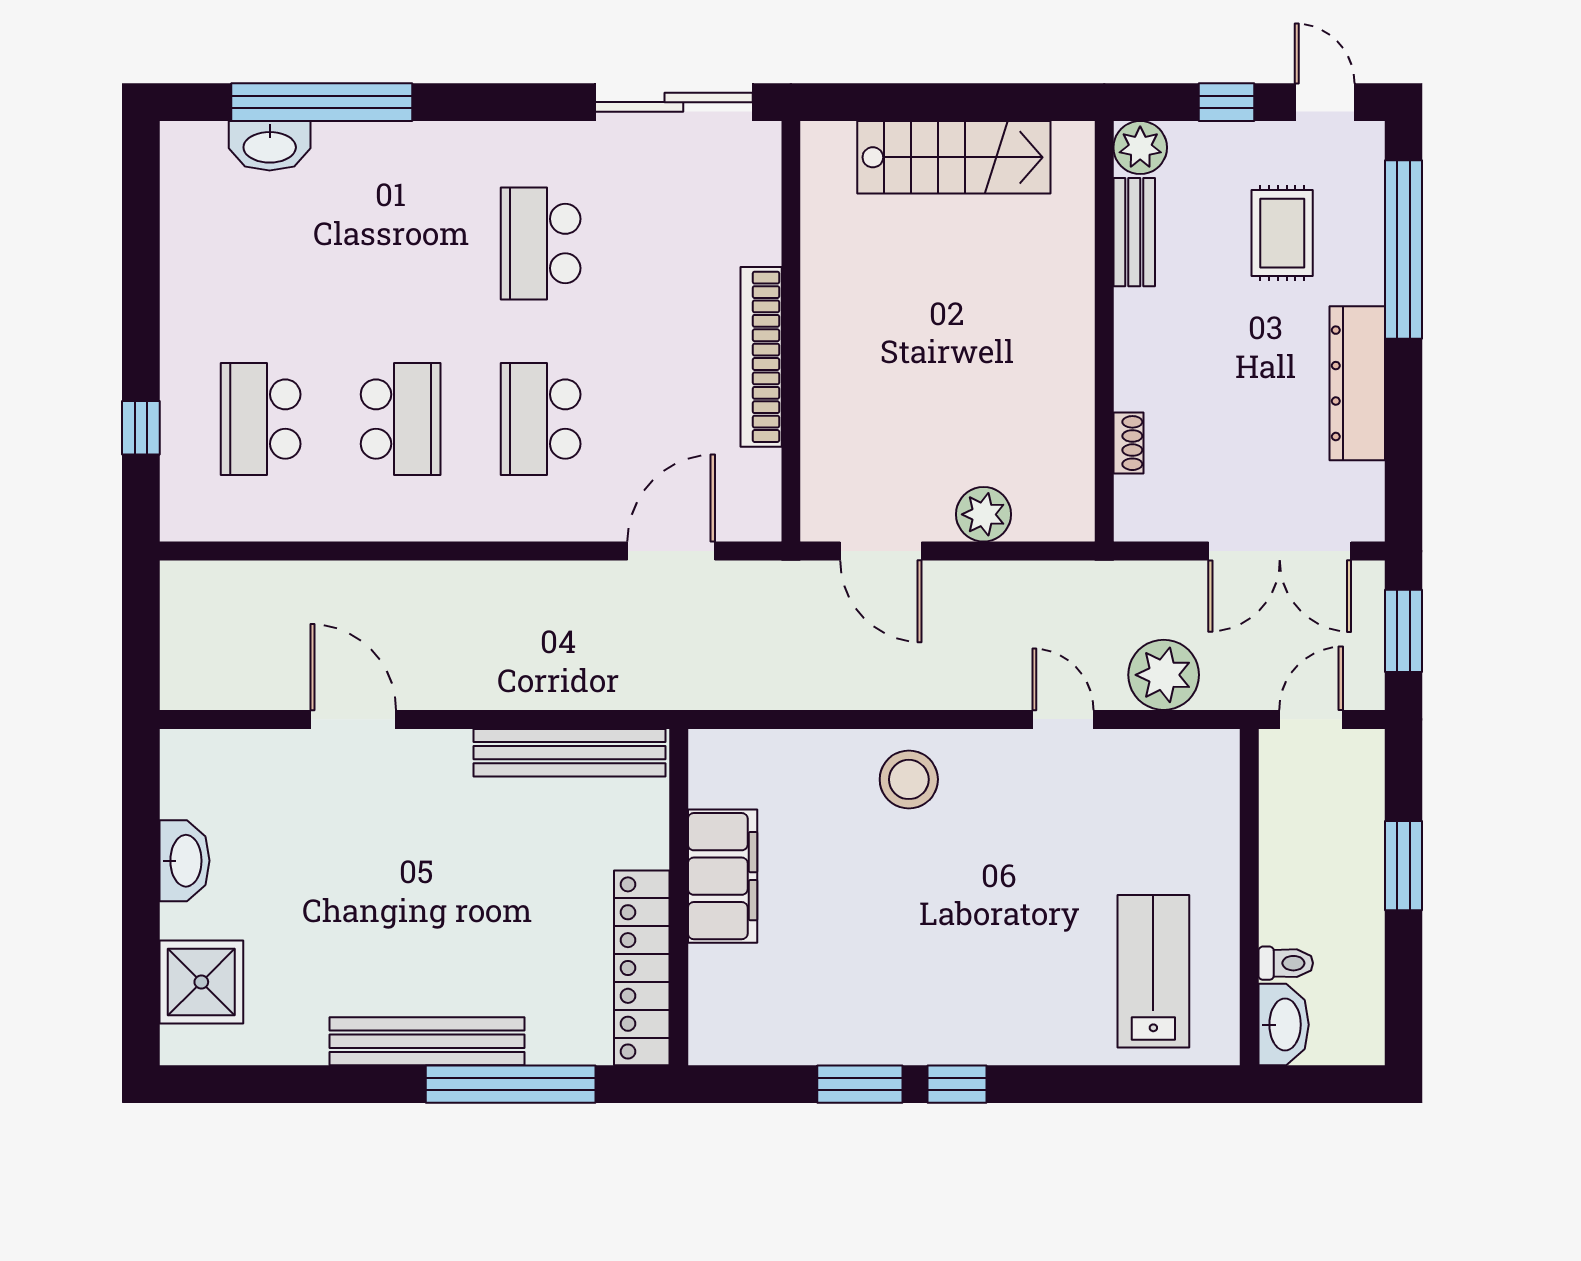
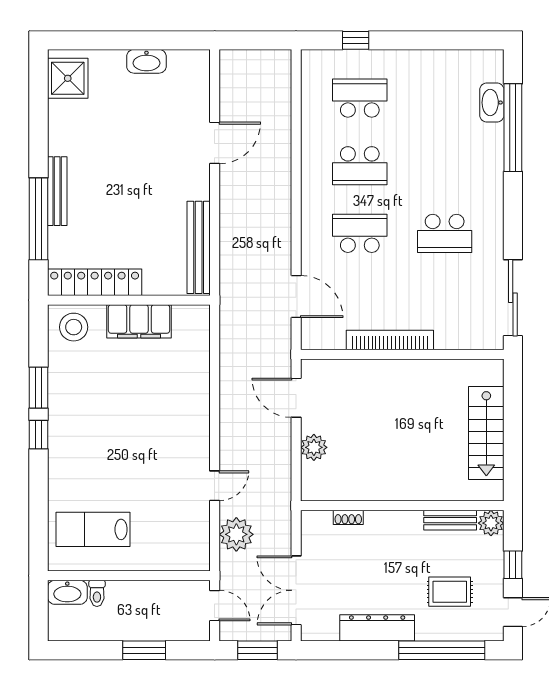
school desk: (541, 244) -> (445, 233), turned 180
door: (881, 551) -> (296, 398), hinge flipped
stool: (909, 779) -> (74, 327), moved
lab bench: (1153, 971) -> (93, 529), turned 180
shower: (201, 982) -> (68, 78), moved
bench: (427, 1041) -> (57, 191), width x0.73, depth x0.82

